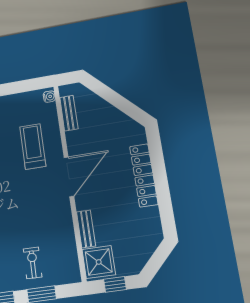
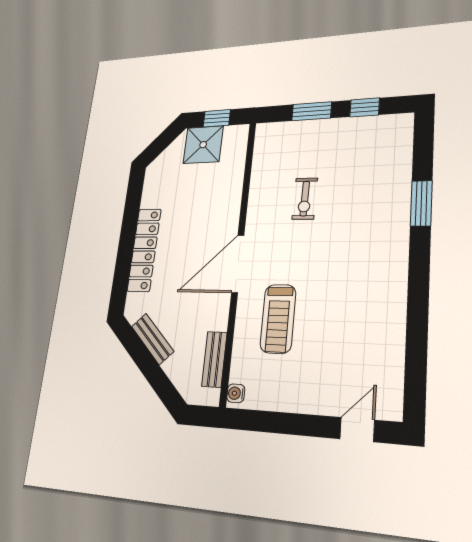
bench: (86, 229) -> (152, 339), moved, turned -45
shower: (99, 262) -> (203, 145), moved
exercise bike: (33, 263) -> (305, 199), moved

